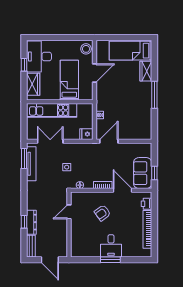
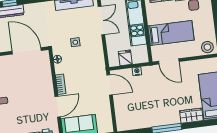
door: (95, 73) -> (169, 61), moved
fridge: (86, 134) -> (125, 58), moved
door: (69, 212) -> (27, 51), width x1.87
armchair: (102, 213) -> (30, 88), removed

